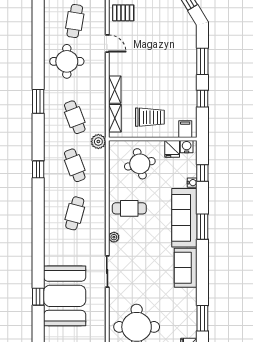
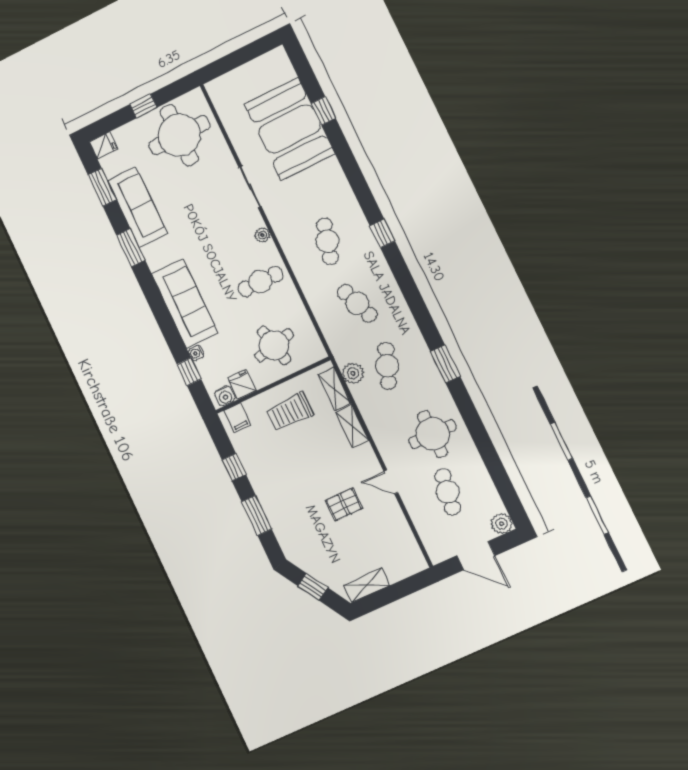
pallet: (123, 13) -> (344, 504), moved
cafe table: (75, 117) -> (387, 366), turned 42
plant: (98, 142) -> (353, 373), moved
window: (38, 169) -> (382, 233), moved
window: (202, 227) -> (131, 248), moved
sofa: (186, 268) -> (137, 207), moved, width x1.36

